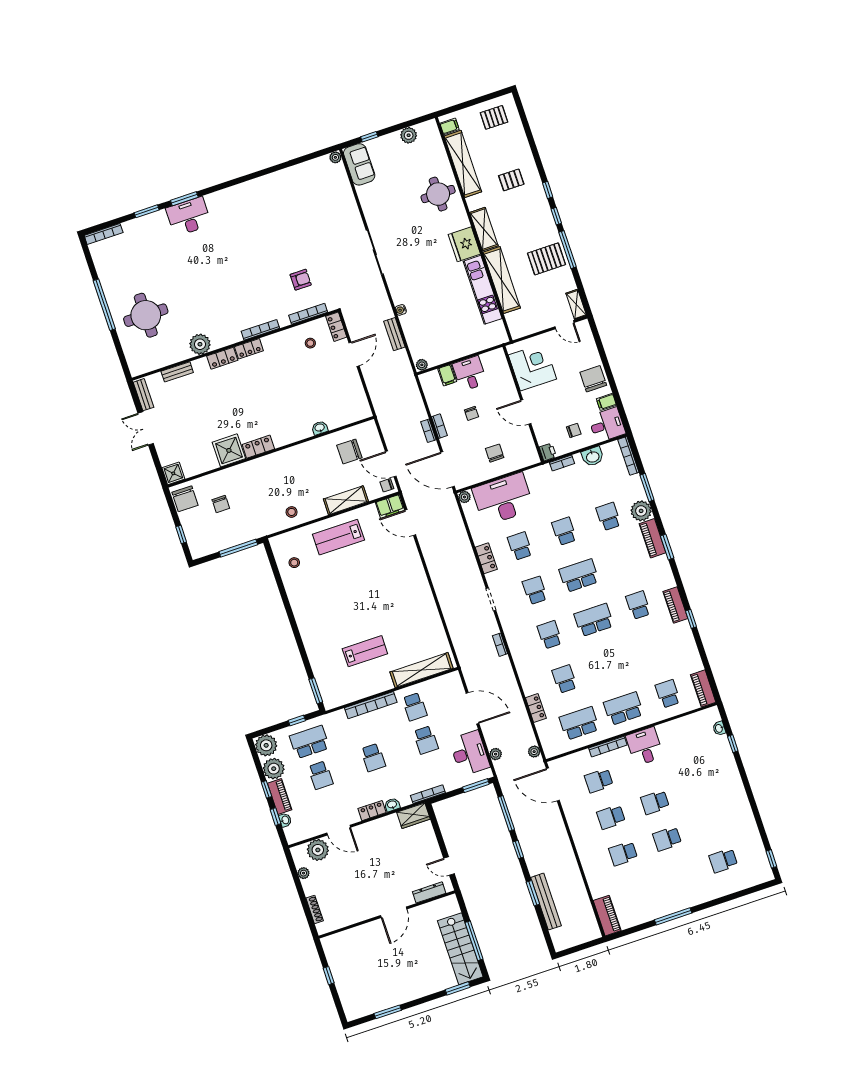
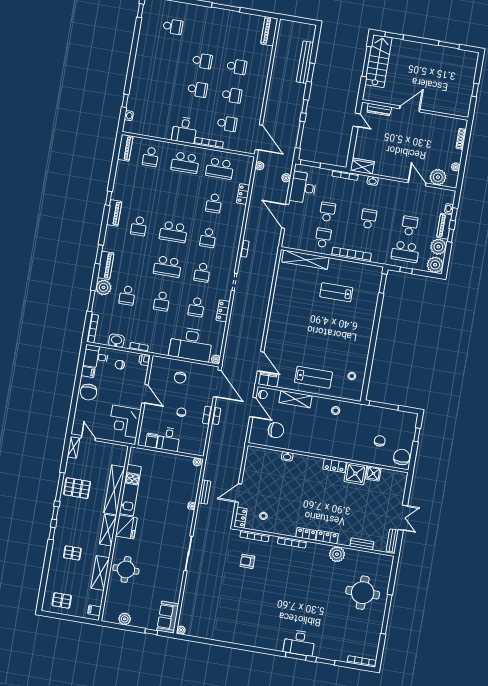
shelving: (463, 164) -> (100, 573), width x0.68
filing cabinet: (447, 375) -> (152, 441), moved
shower: (173, 473) -> (373, 473), moved
locker: (372, 811) -> (388, 184), removed

